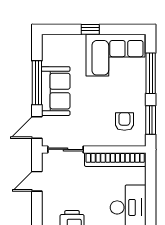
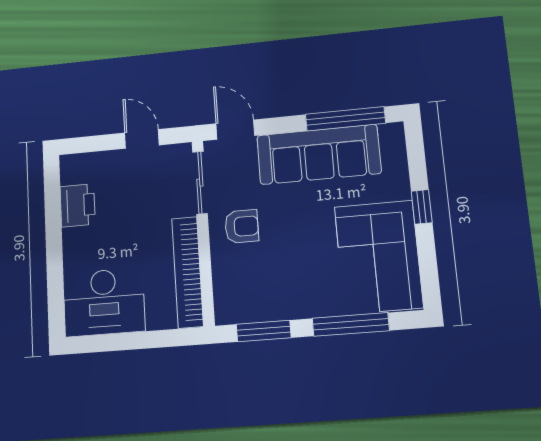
window: (37, 83) -> (345, 119), moved
sofa: (56, 91) -> (319, 154), width x1.36
armchair: (124, 121) -> (242, 226), moved

